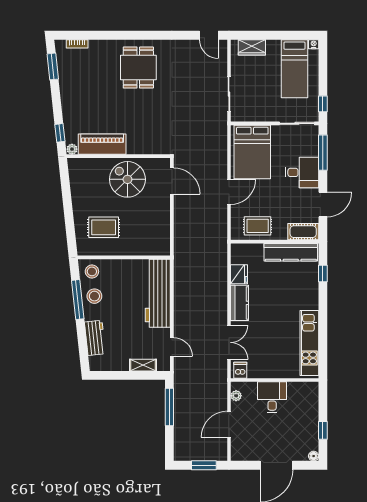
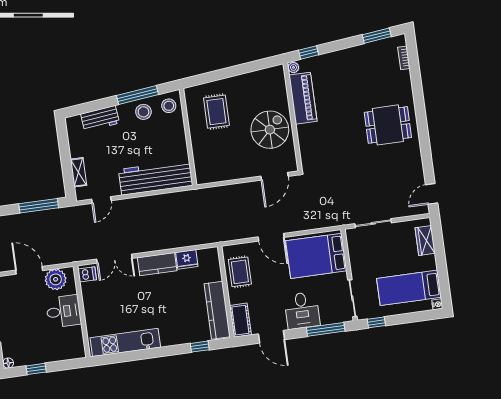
plant: (236, 396) -> (56, 279), width x1.88, depth x1.88

